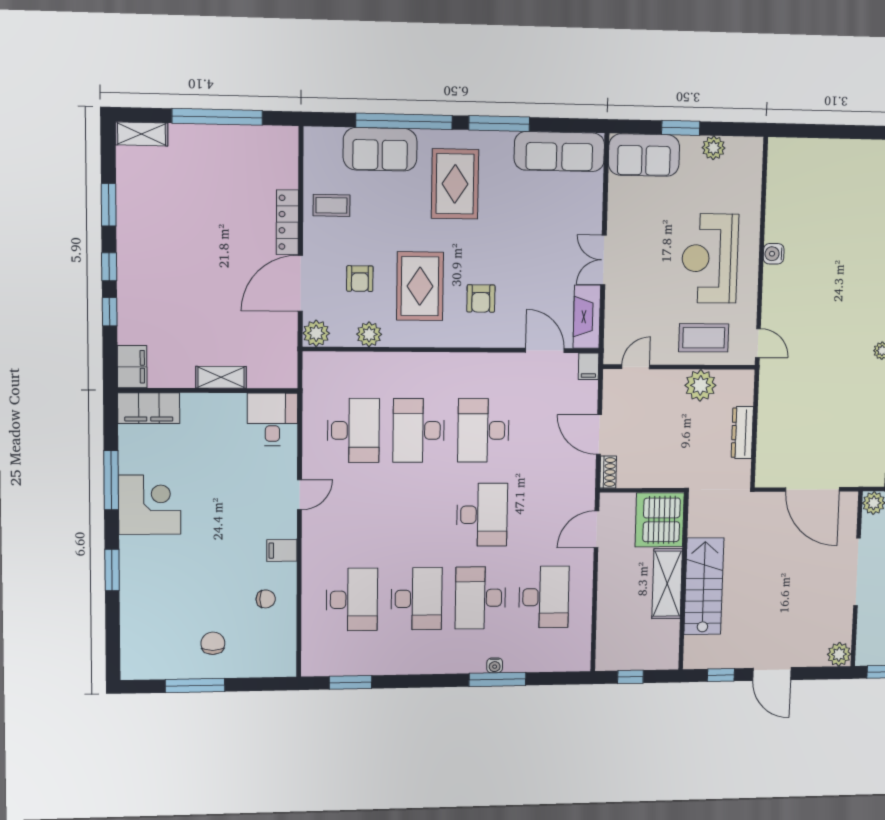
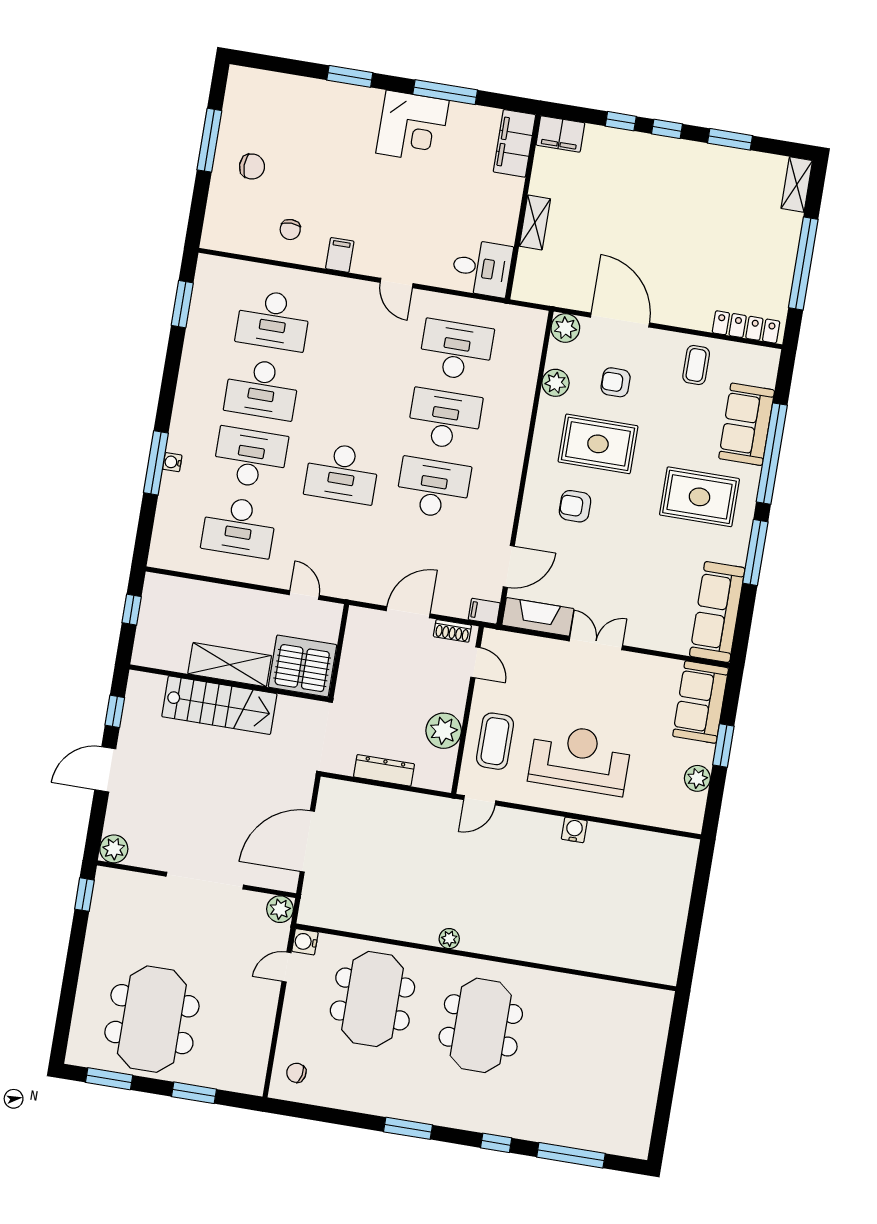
locker: (287, 222) -> (746, 327), moved
desk: (353, 430) -> (456, 350), turned 180
shoe rack: (608, 472) -> (452, 631), moved
door: (596, 529) -> (304, 595), width x0.73

